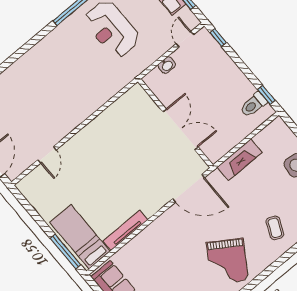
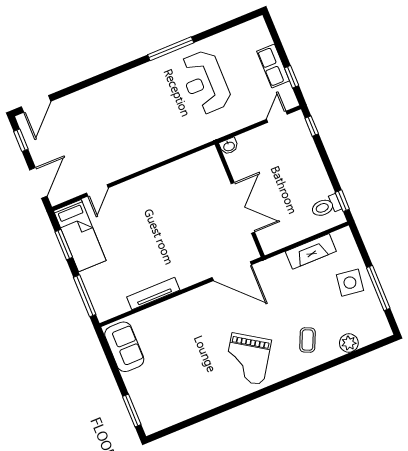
washbasin: (167, 65) -> (229, 146), moved
fireplace: (240, 160) -> (311, 251), moved
window: (32, 212) -> (64, 245), added
bed: (80, 237) -> (80, 236), moved, turned 180

